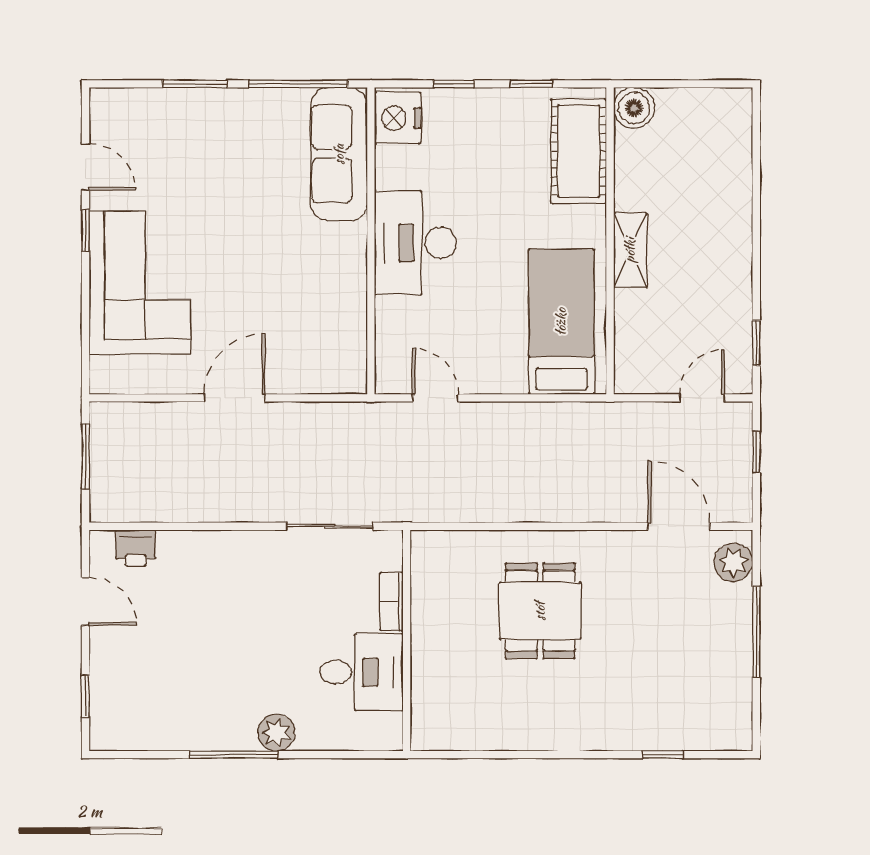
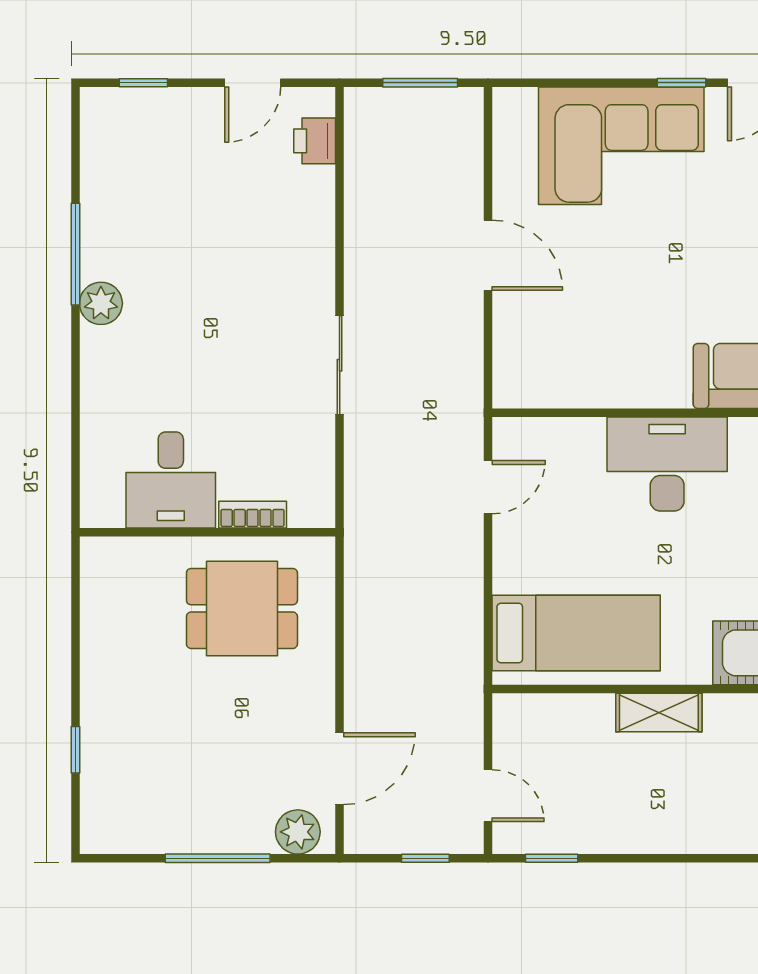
bookcase: (391, 602) -> (253, 515), moved
wall: (407, 640) -> (208, 532), moved
desk: (361, 672) -> (171, 480), moved

